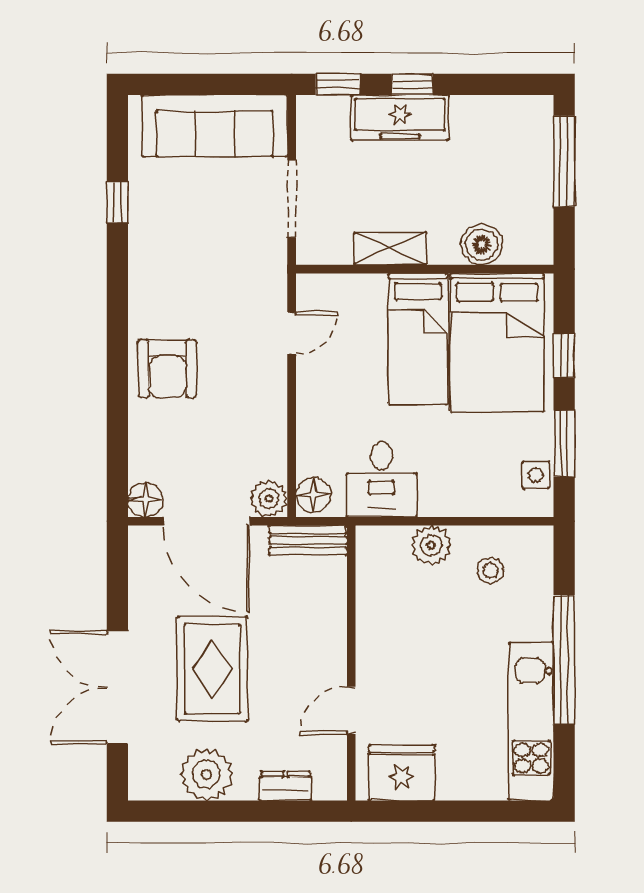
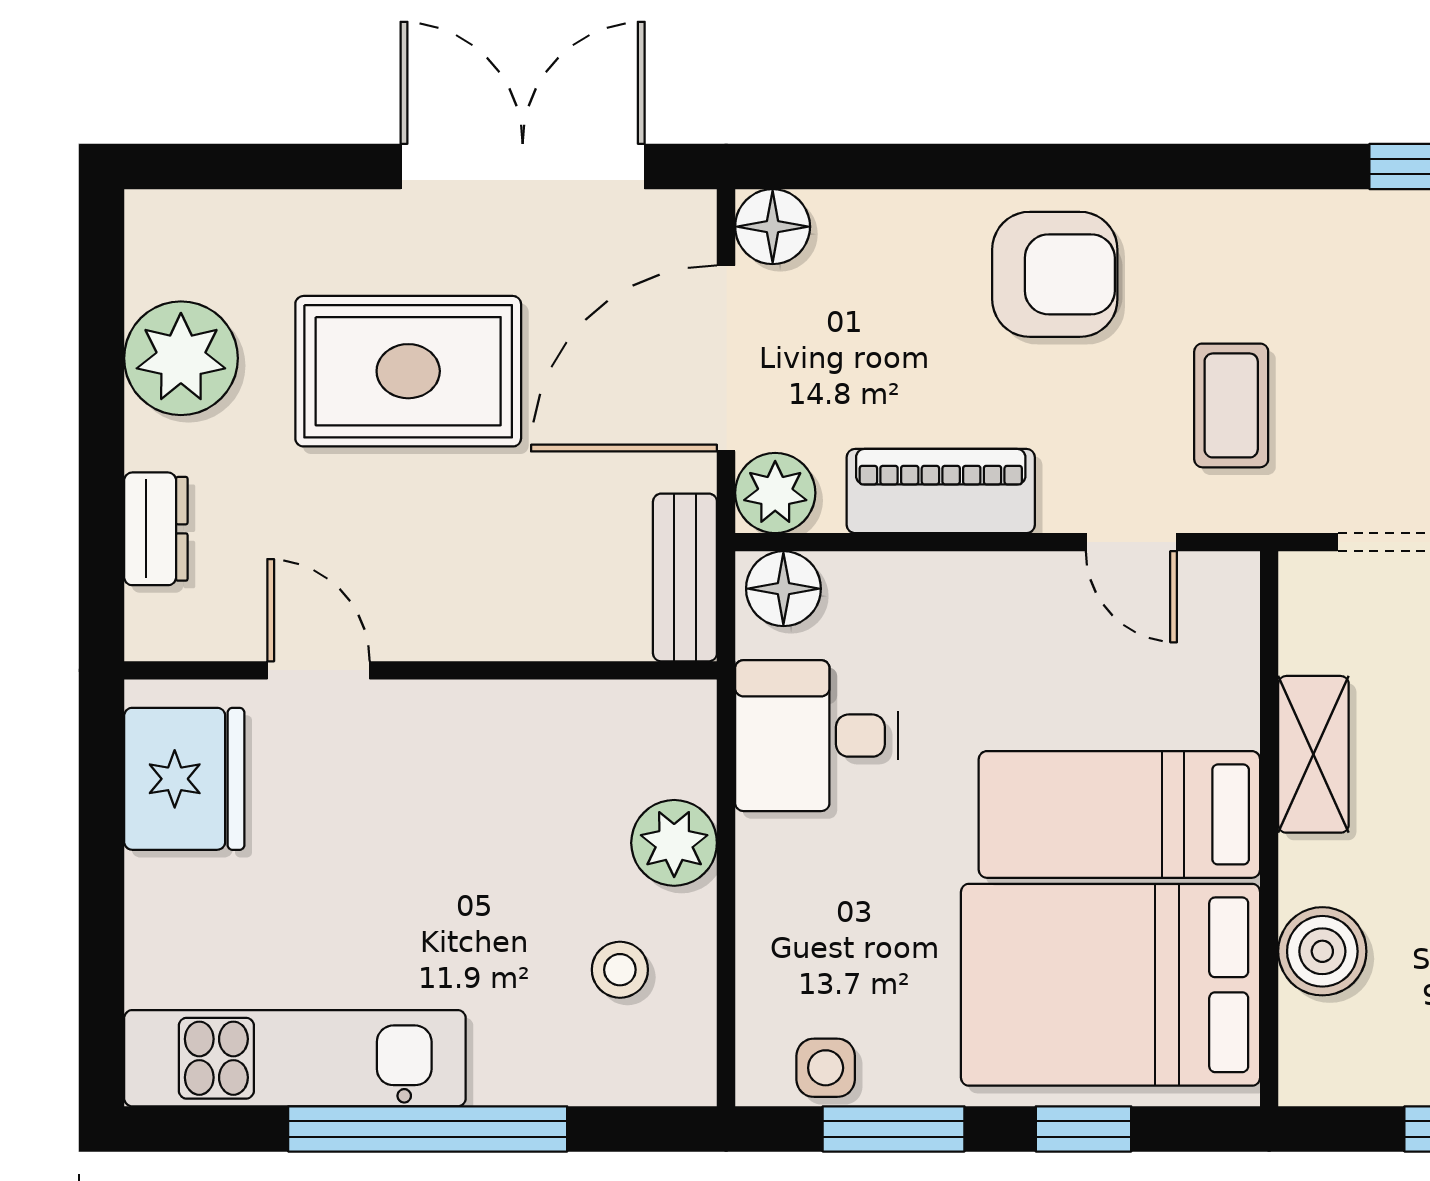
coffee table: (228, 287) -> (1231, 405), added
armchair: (167, 369) -> (1055, 274), turned 180
piano: (268, 422) -> (941, 491), added
double door: (117, 688) -> (523, 166), moved

